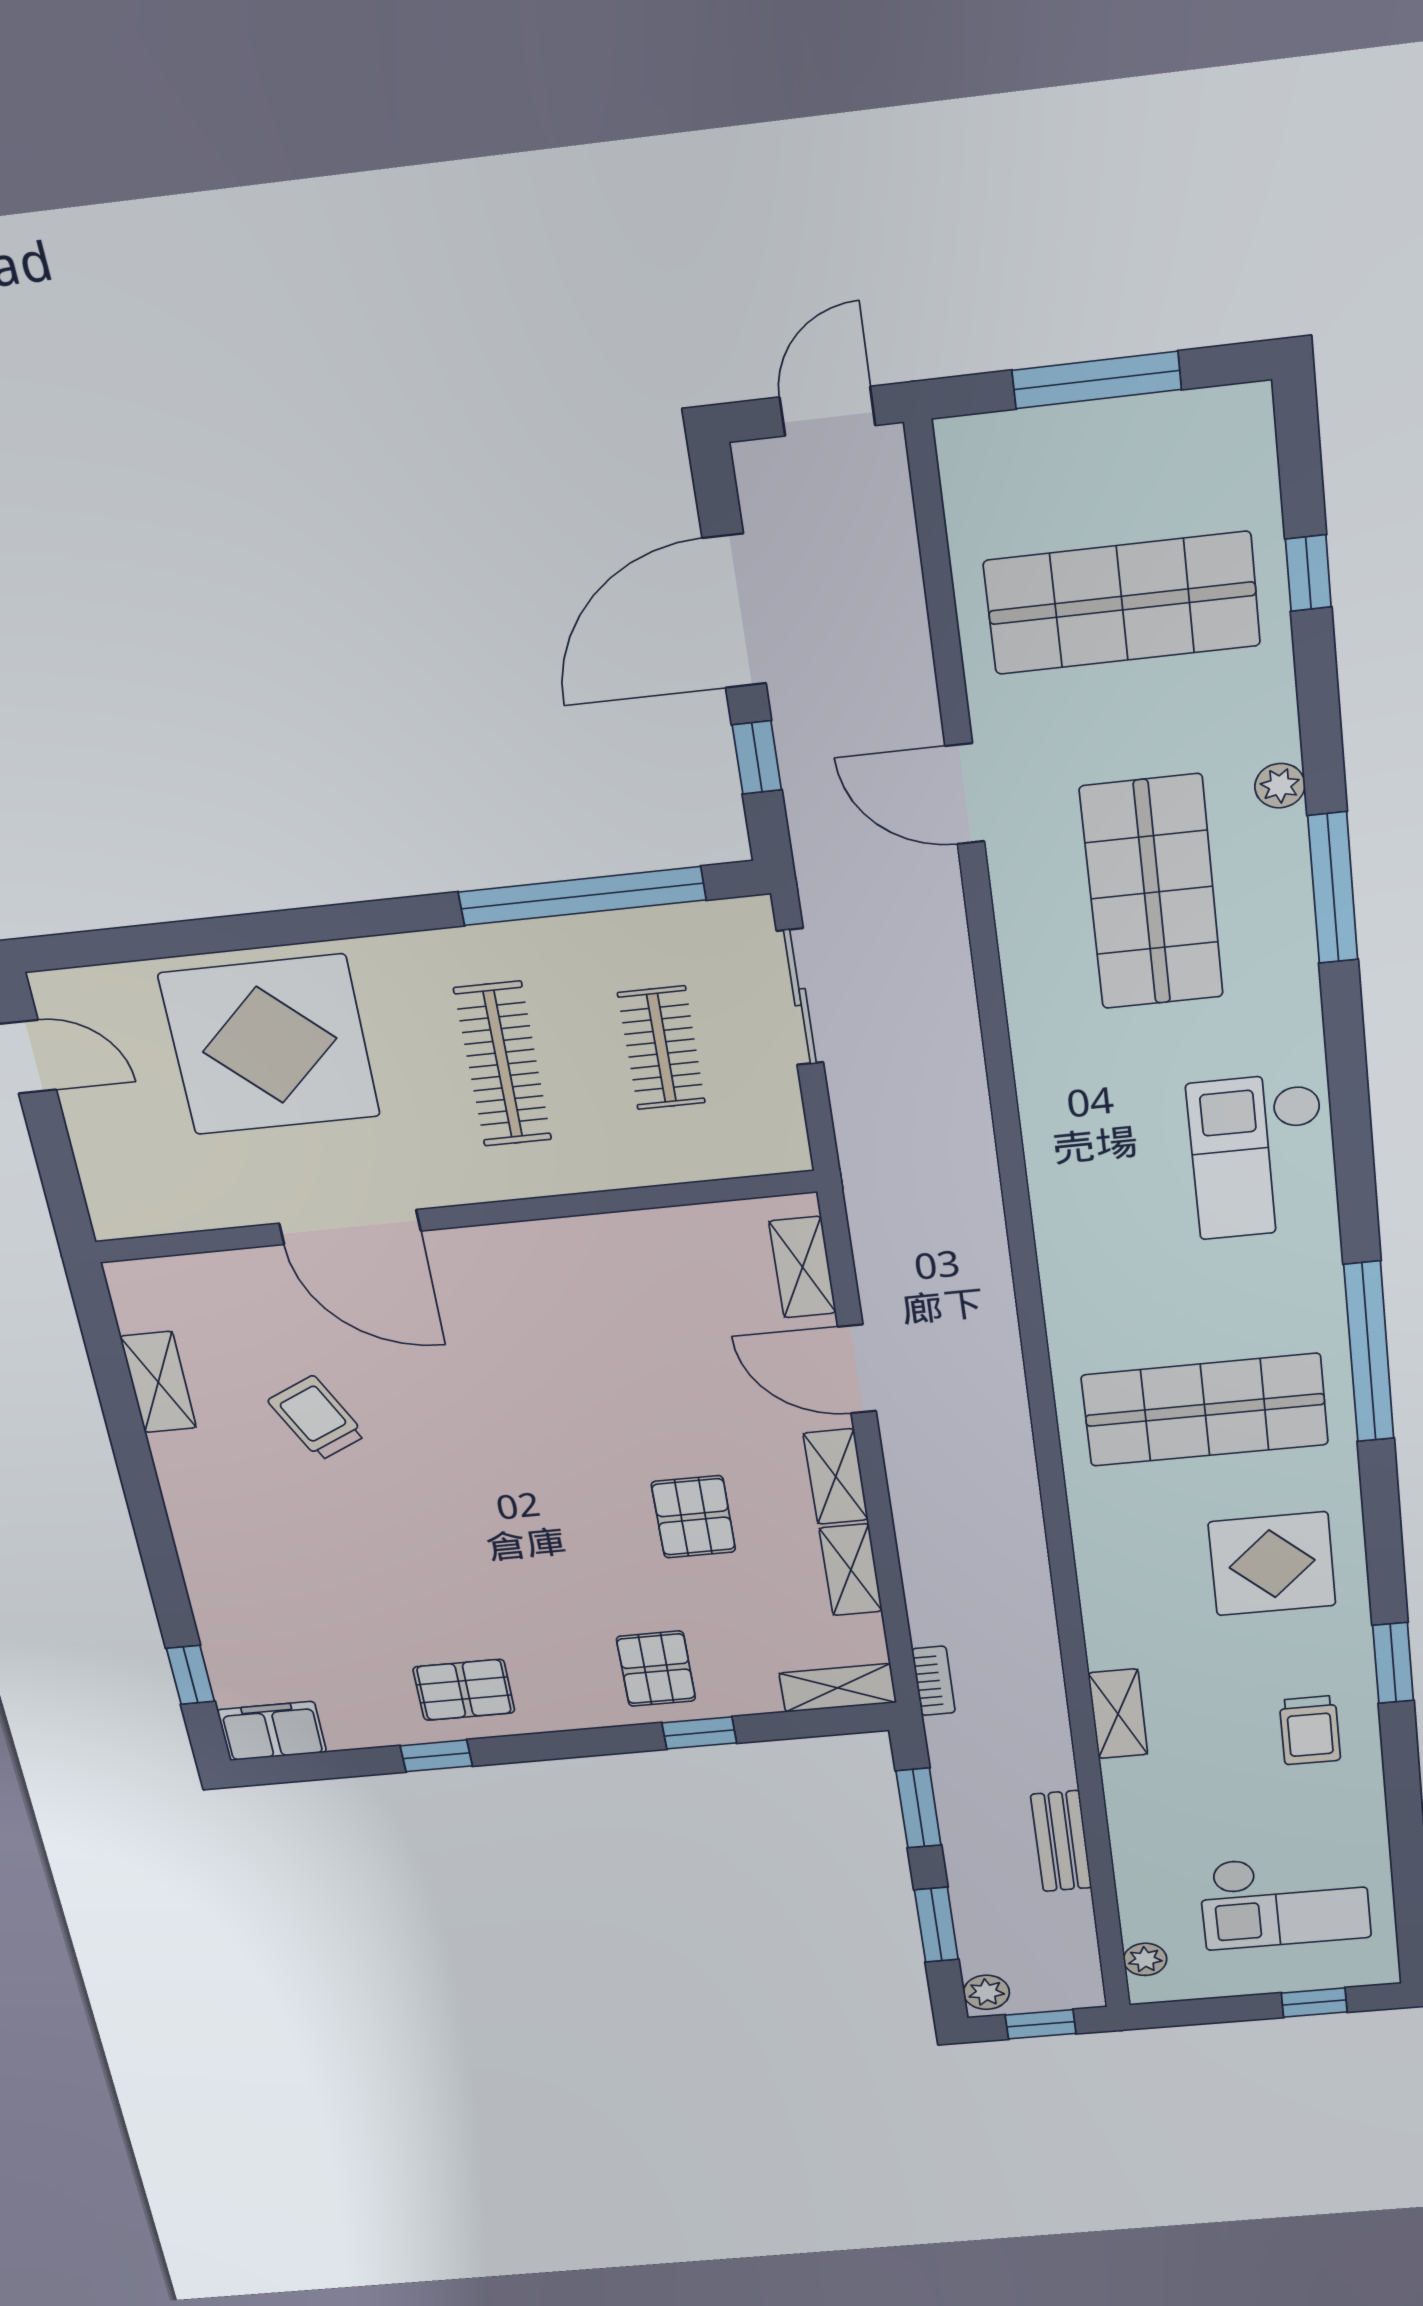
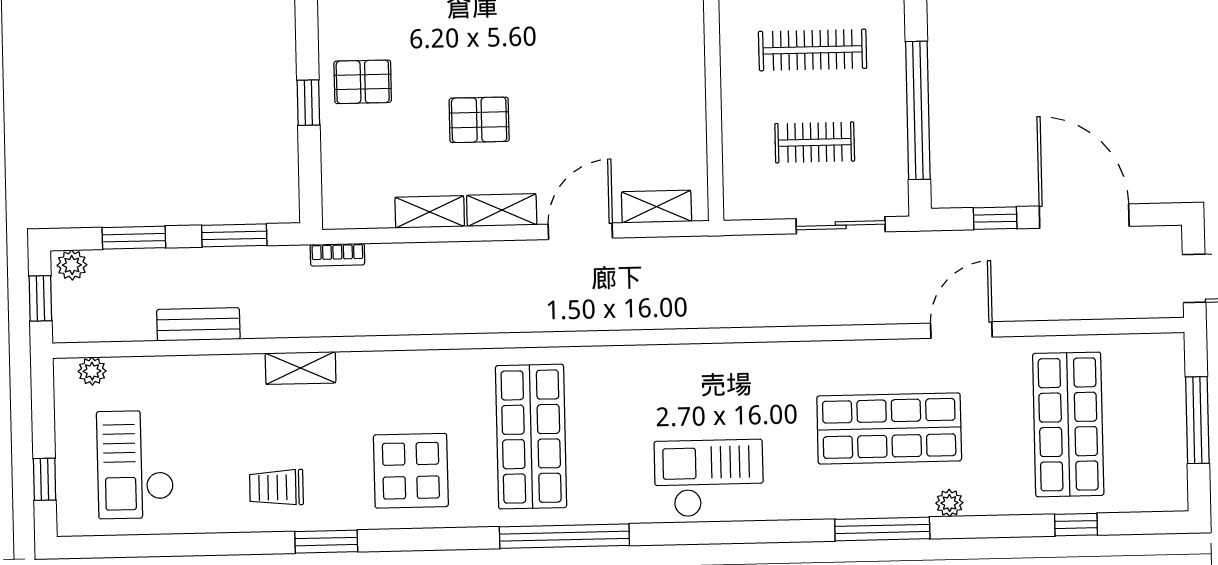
shelving: (838, 1688) -> (337, 194), removed

